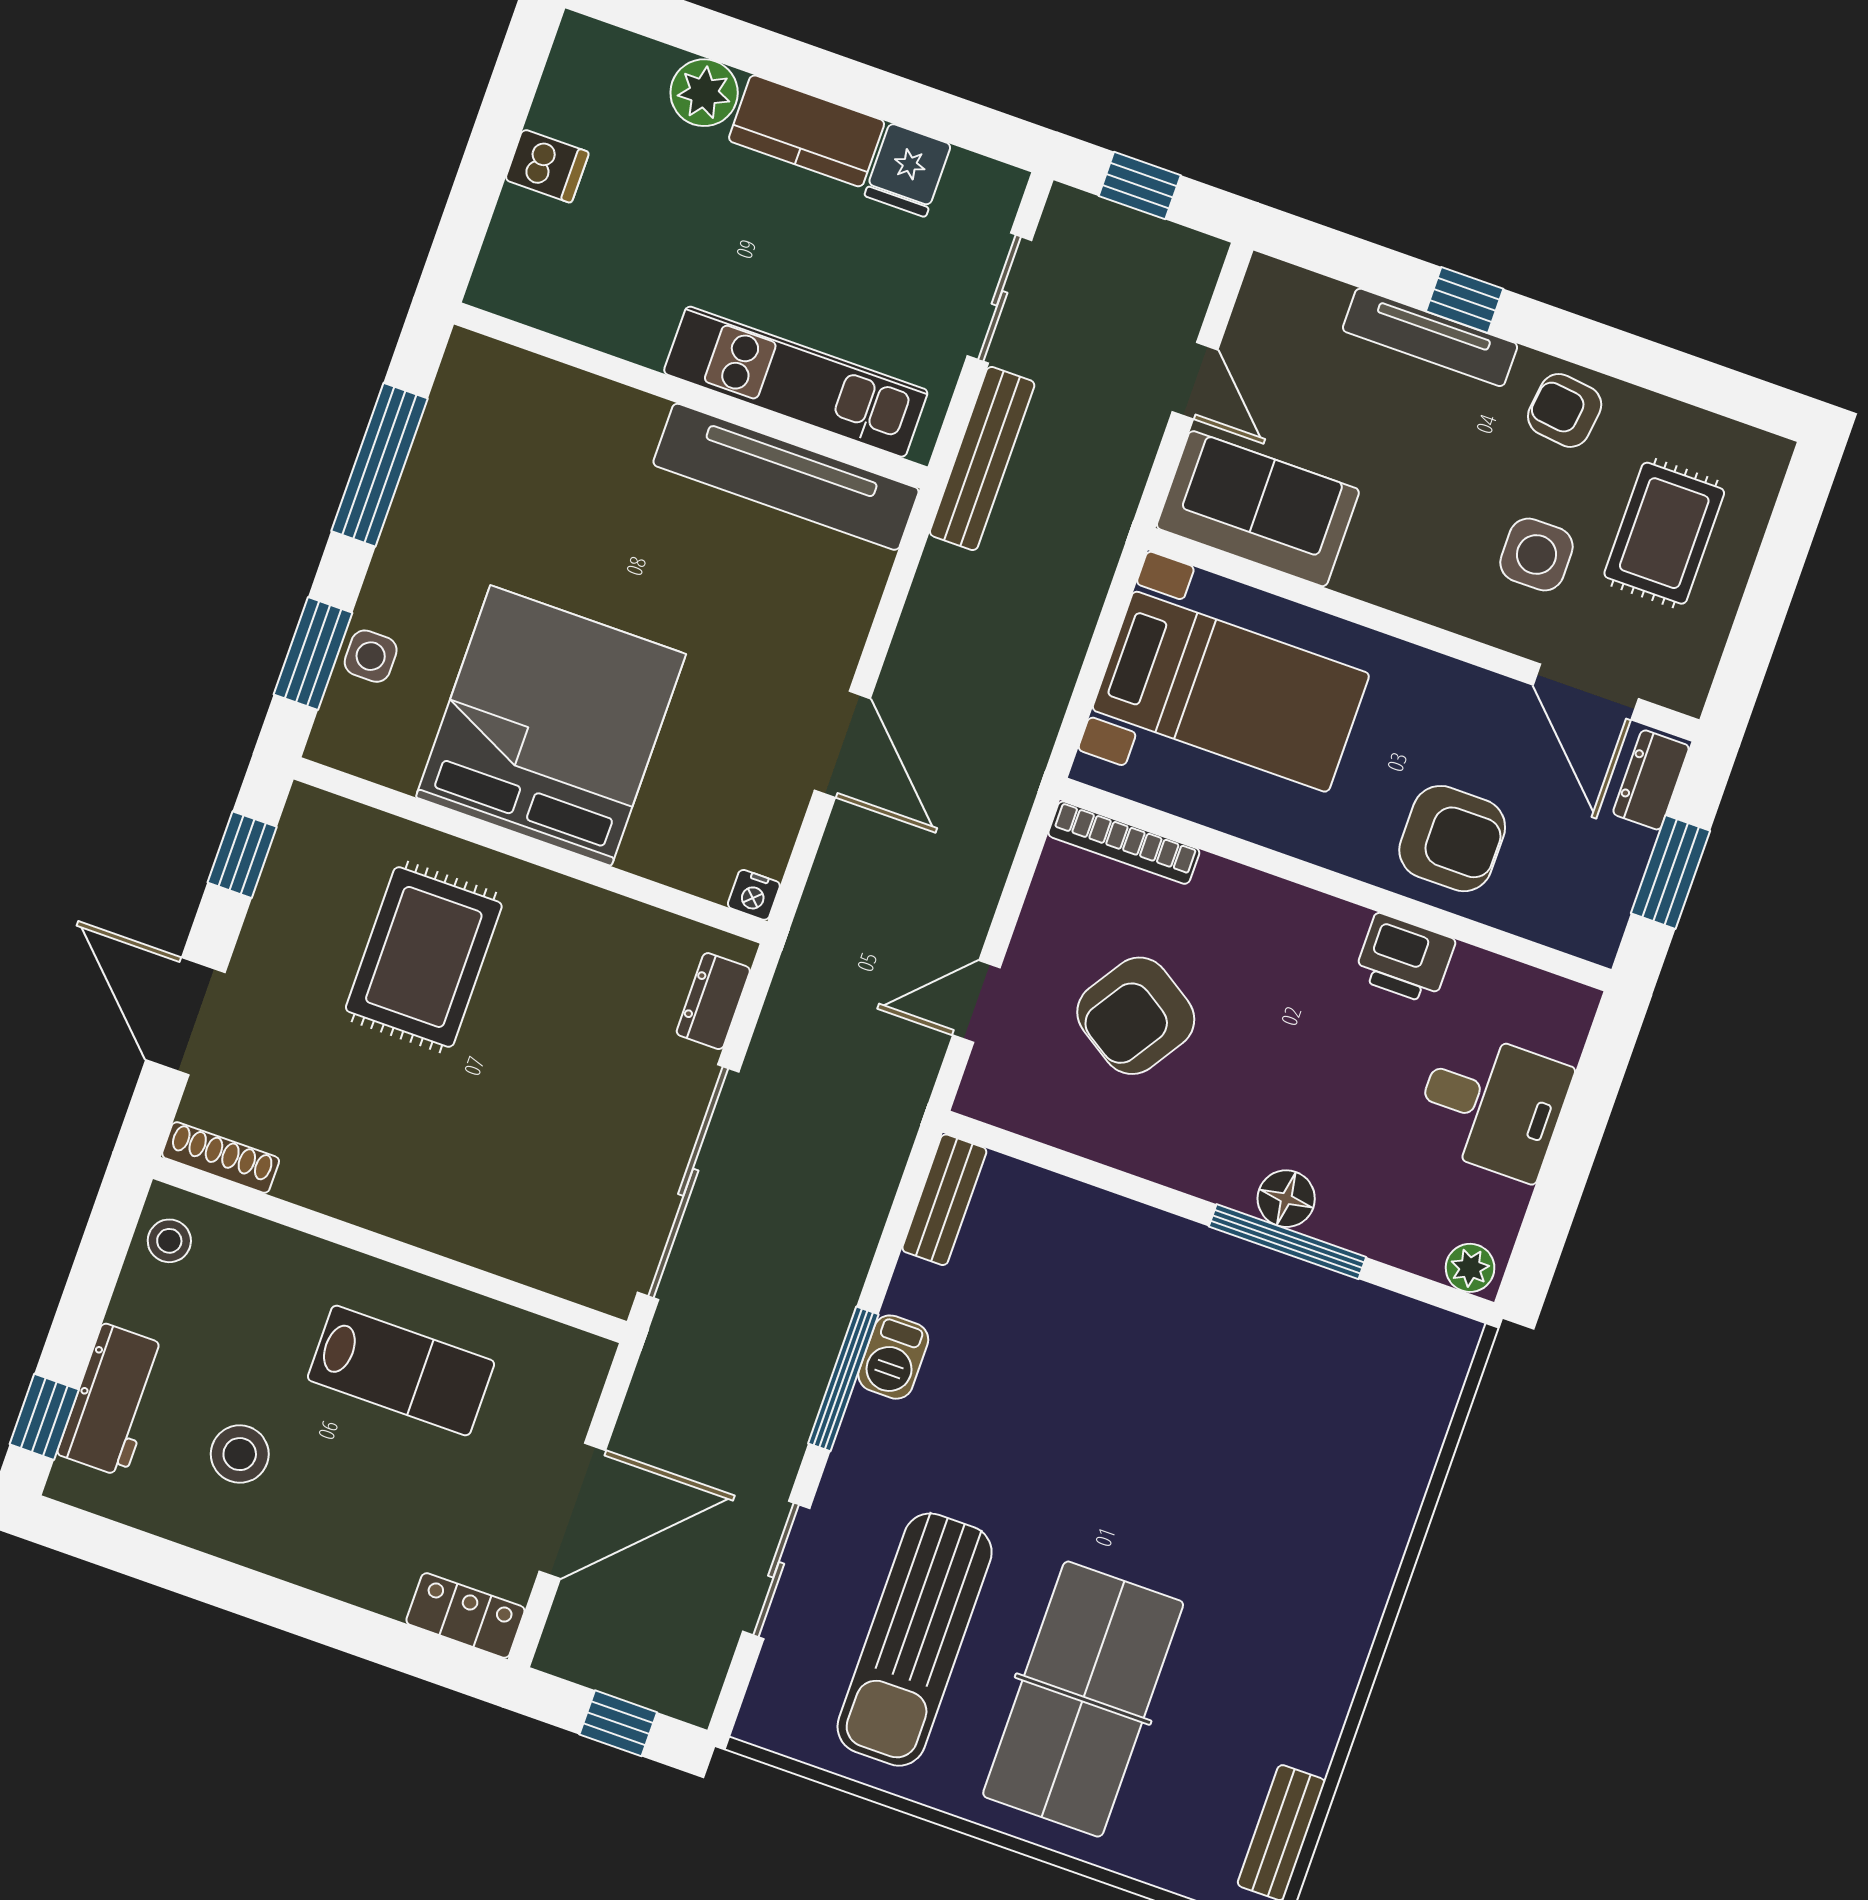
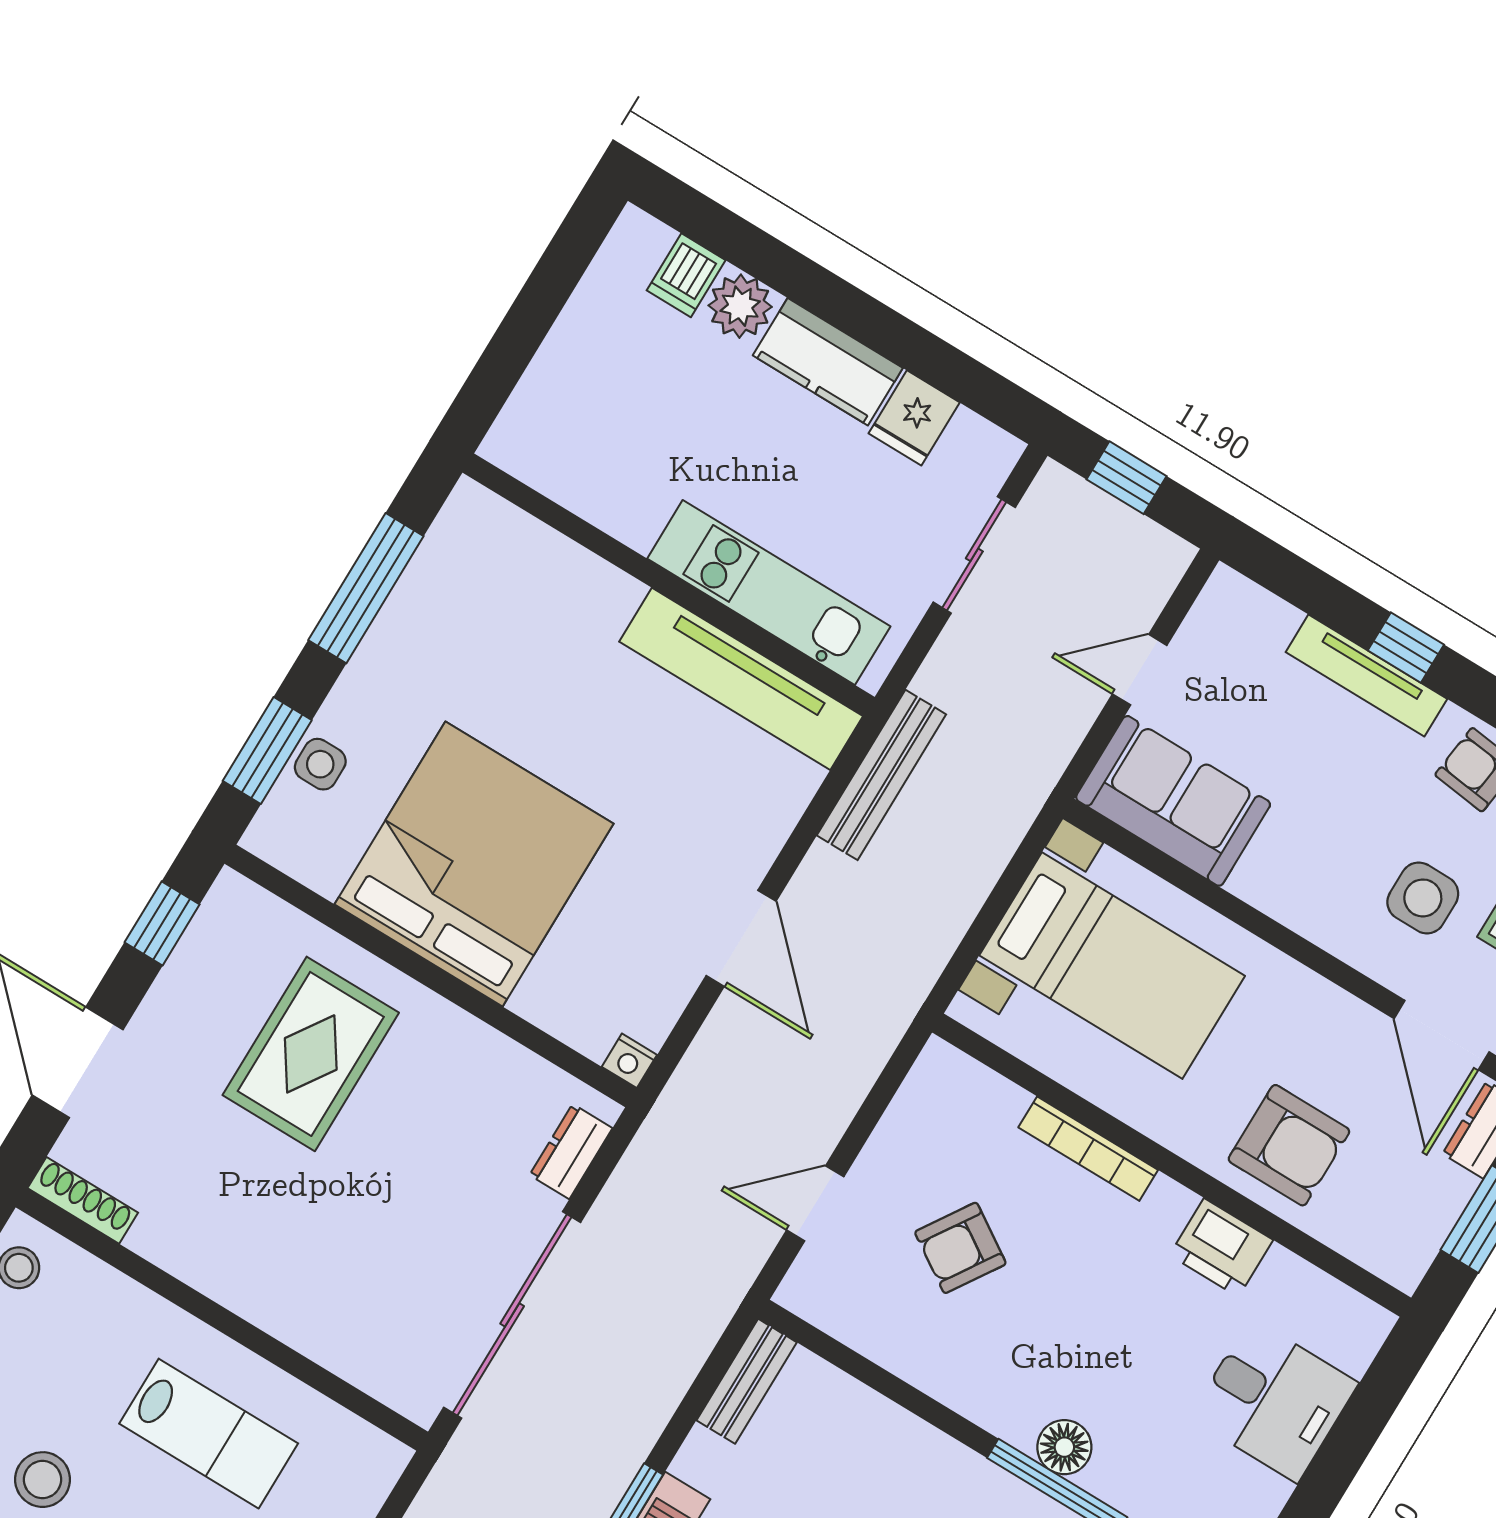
dishwasher: (547, 166) -> (686, 275), moved, turned 90
door: (1195, 381) -> (1140, 670), swing flipped
bench: (982, 459) -> (881, 775), moved
bookcase: (1124, 843) -> (1088, 1149), moved
armchair: (1136, 1016) -> (960, 1248), width x0.72, depth x0.72

